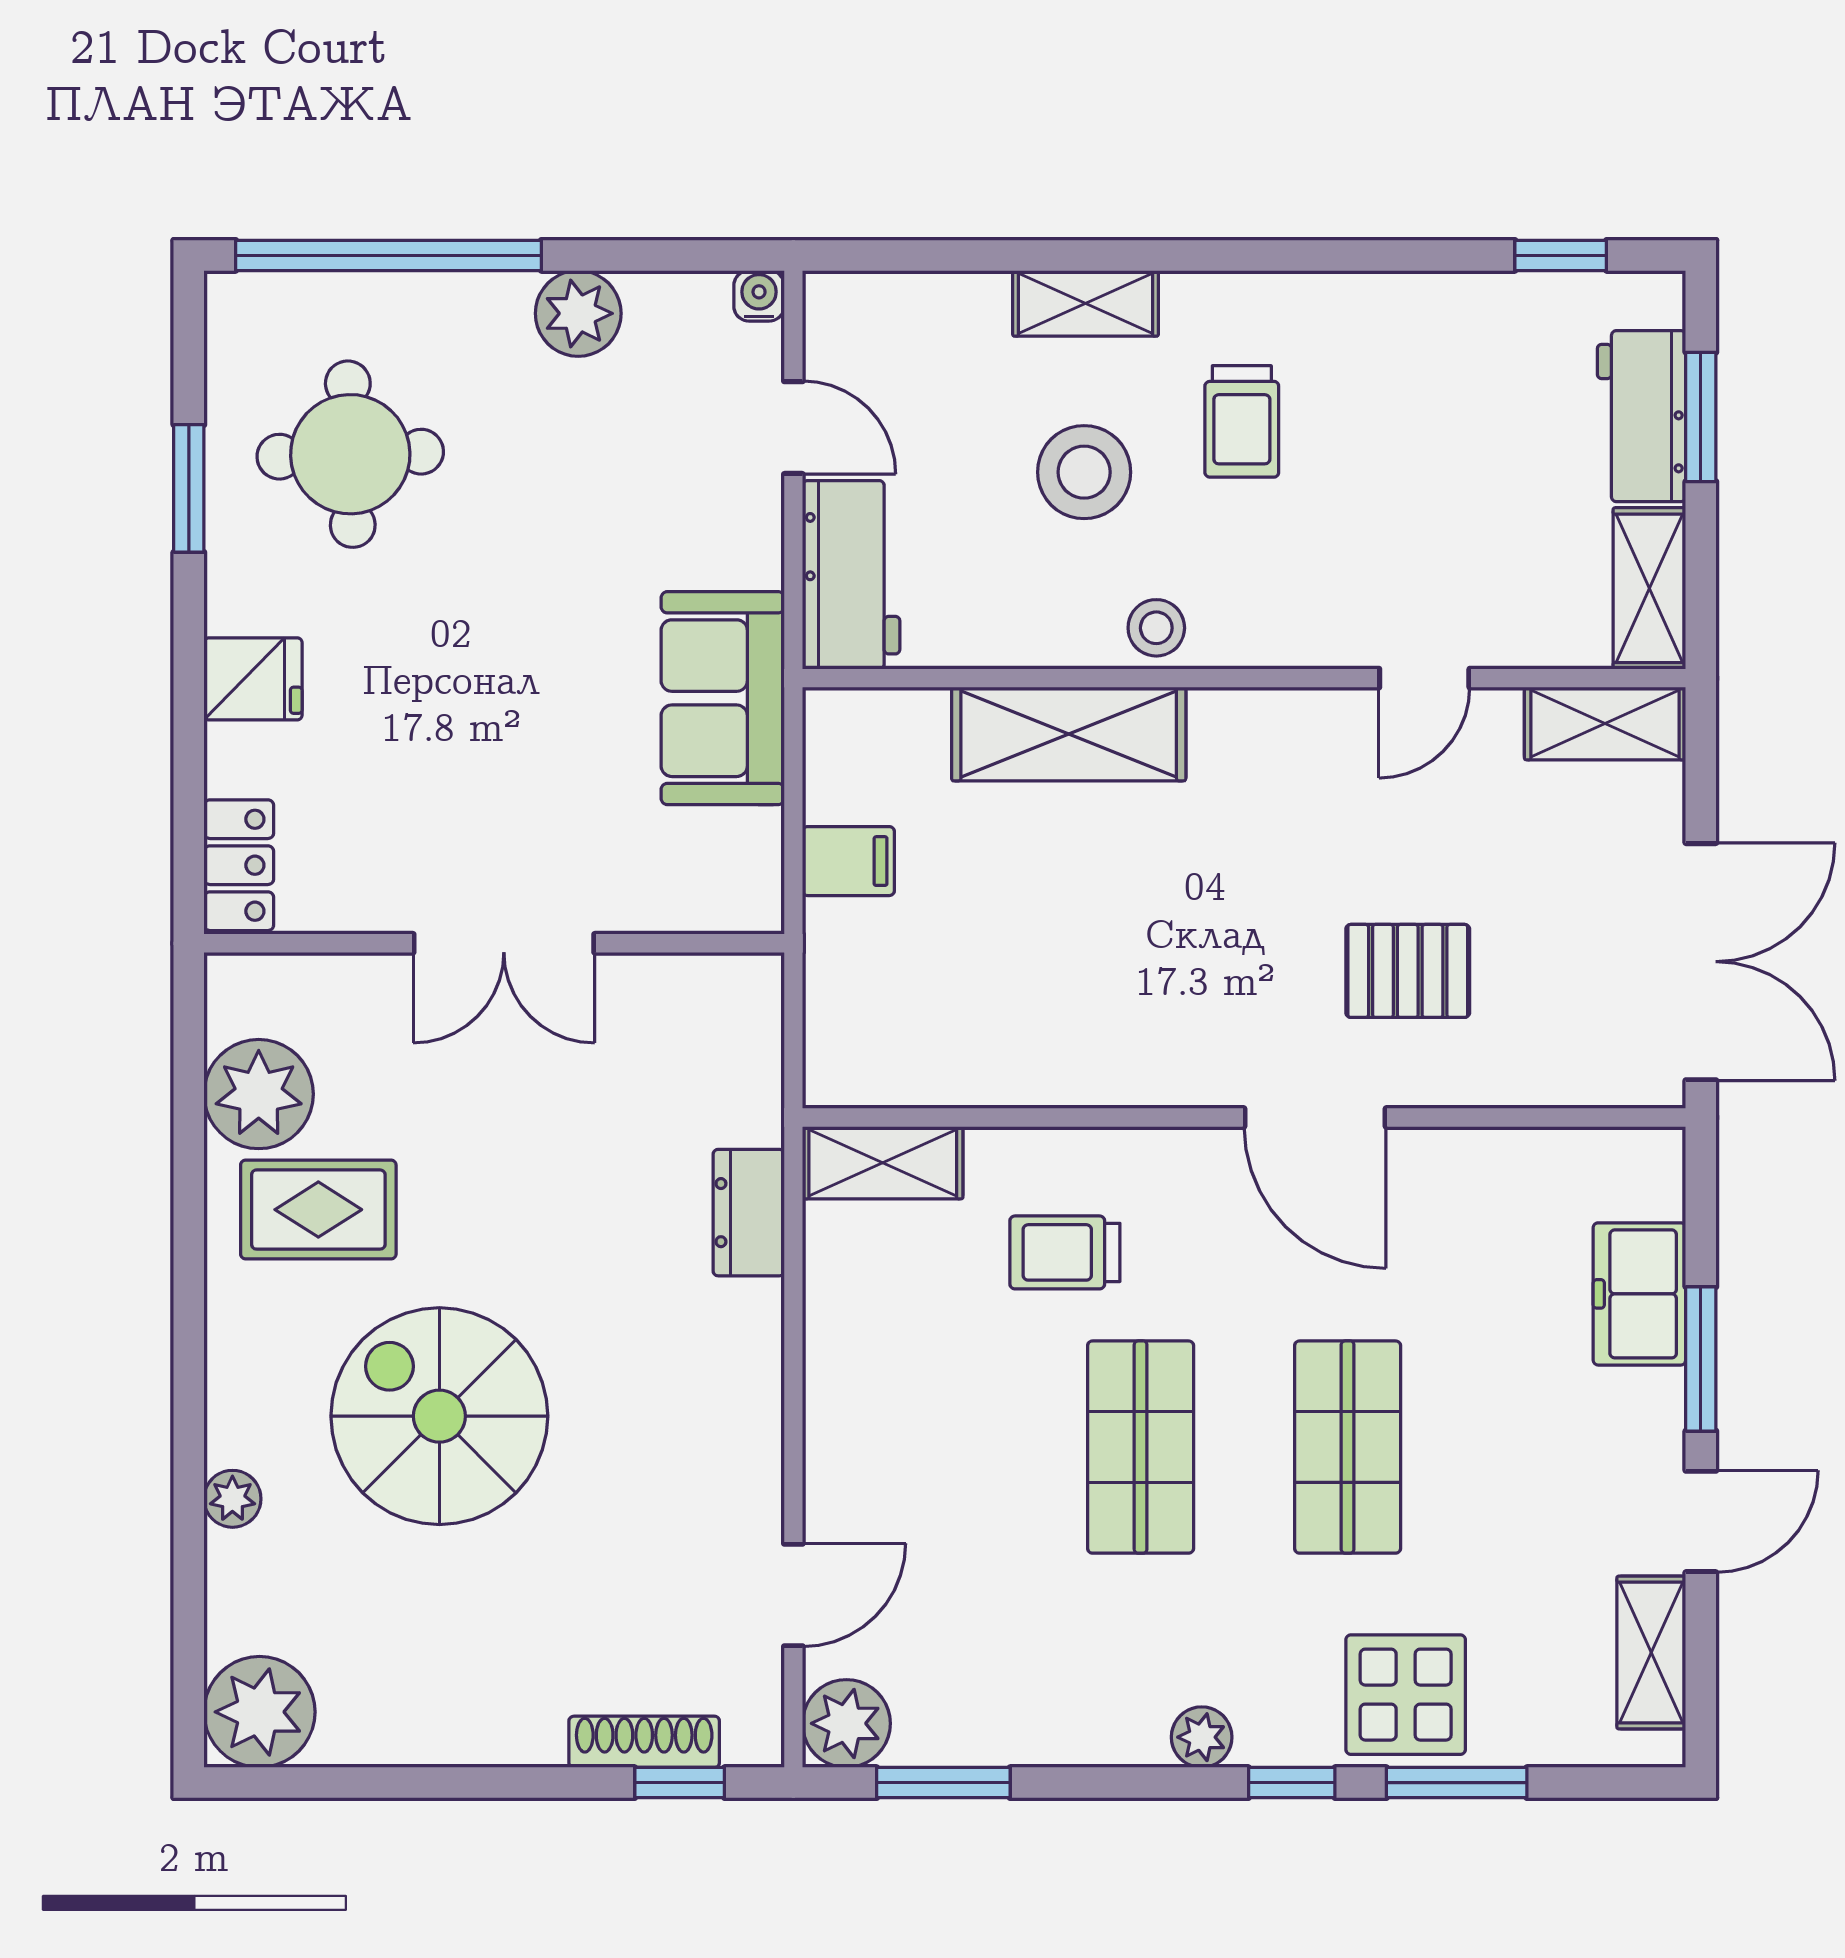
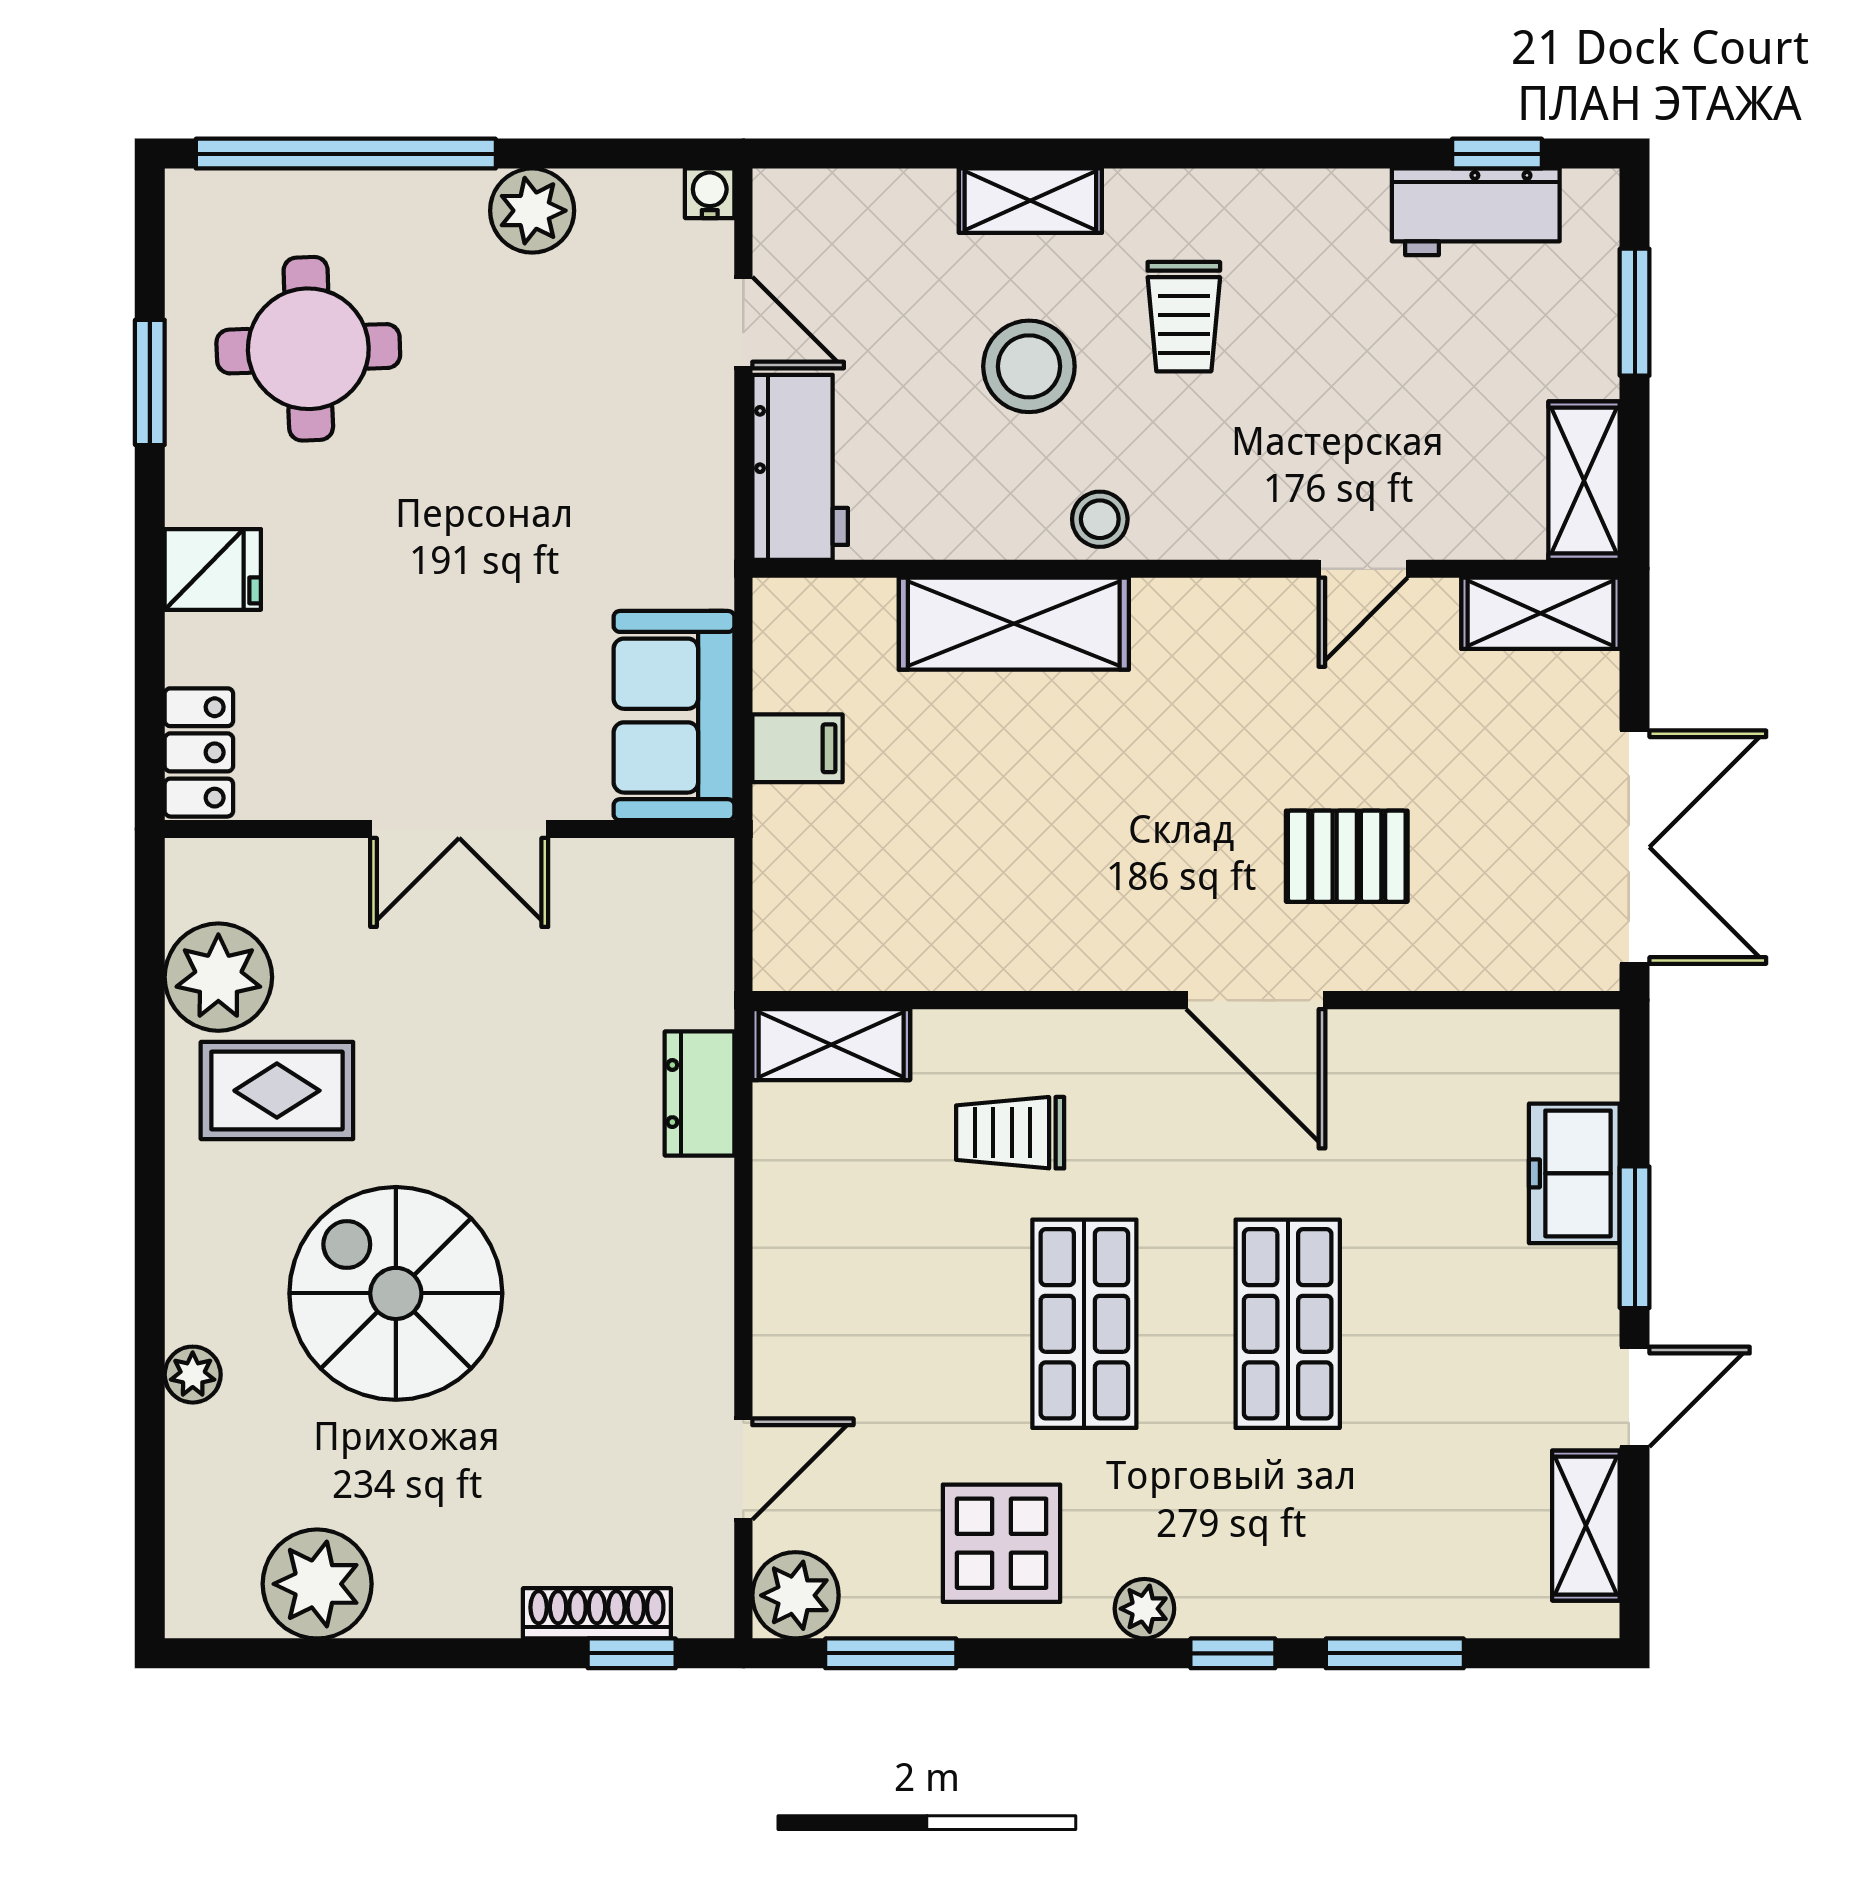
workbench: (1642, 416) -> (1476, 212), moved, turned -90
sofa: (723, 698) -> (674, 716), moved
display table: (1406, 1695) -> (1002, 1543), moved
plant: (260, 1712) -> (317, 1584), moved

